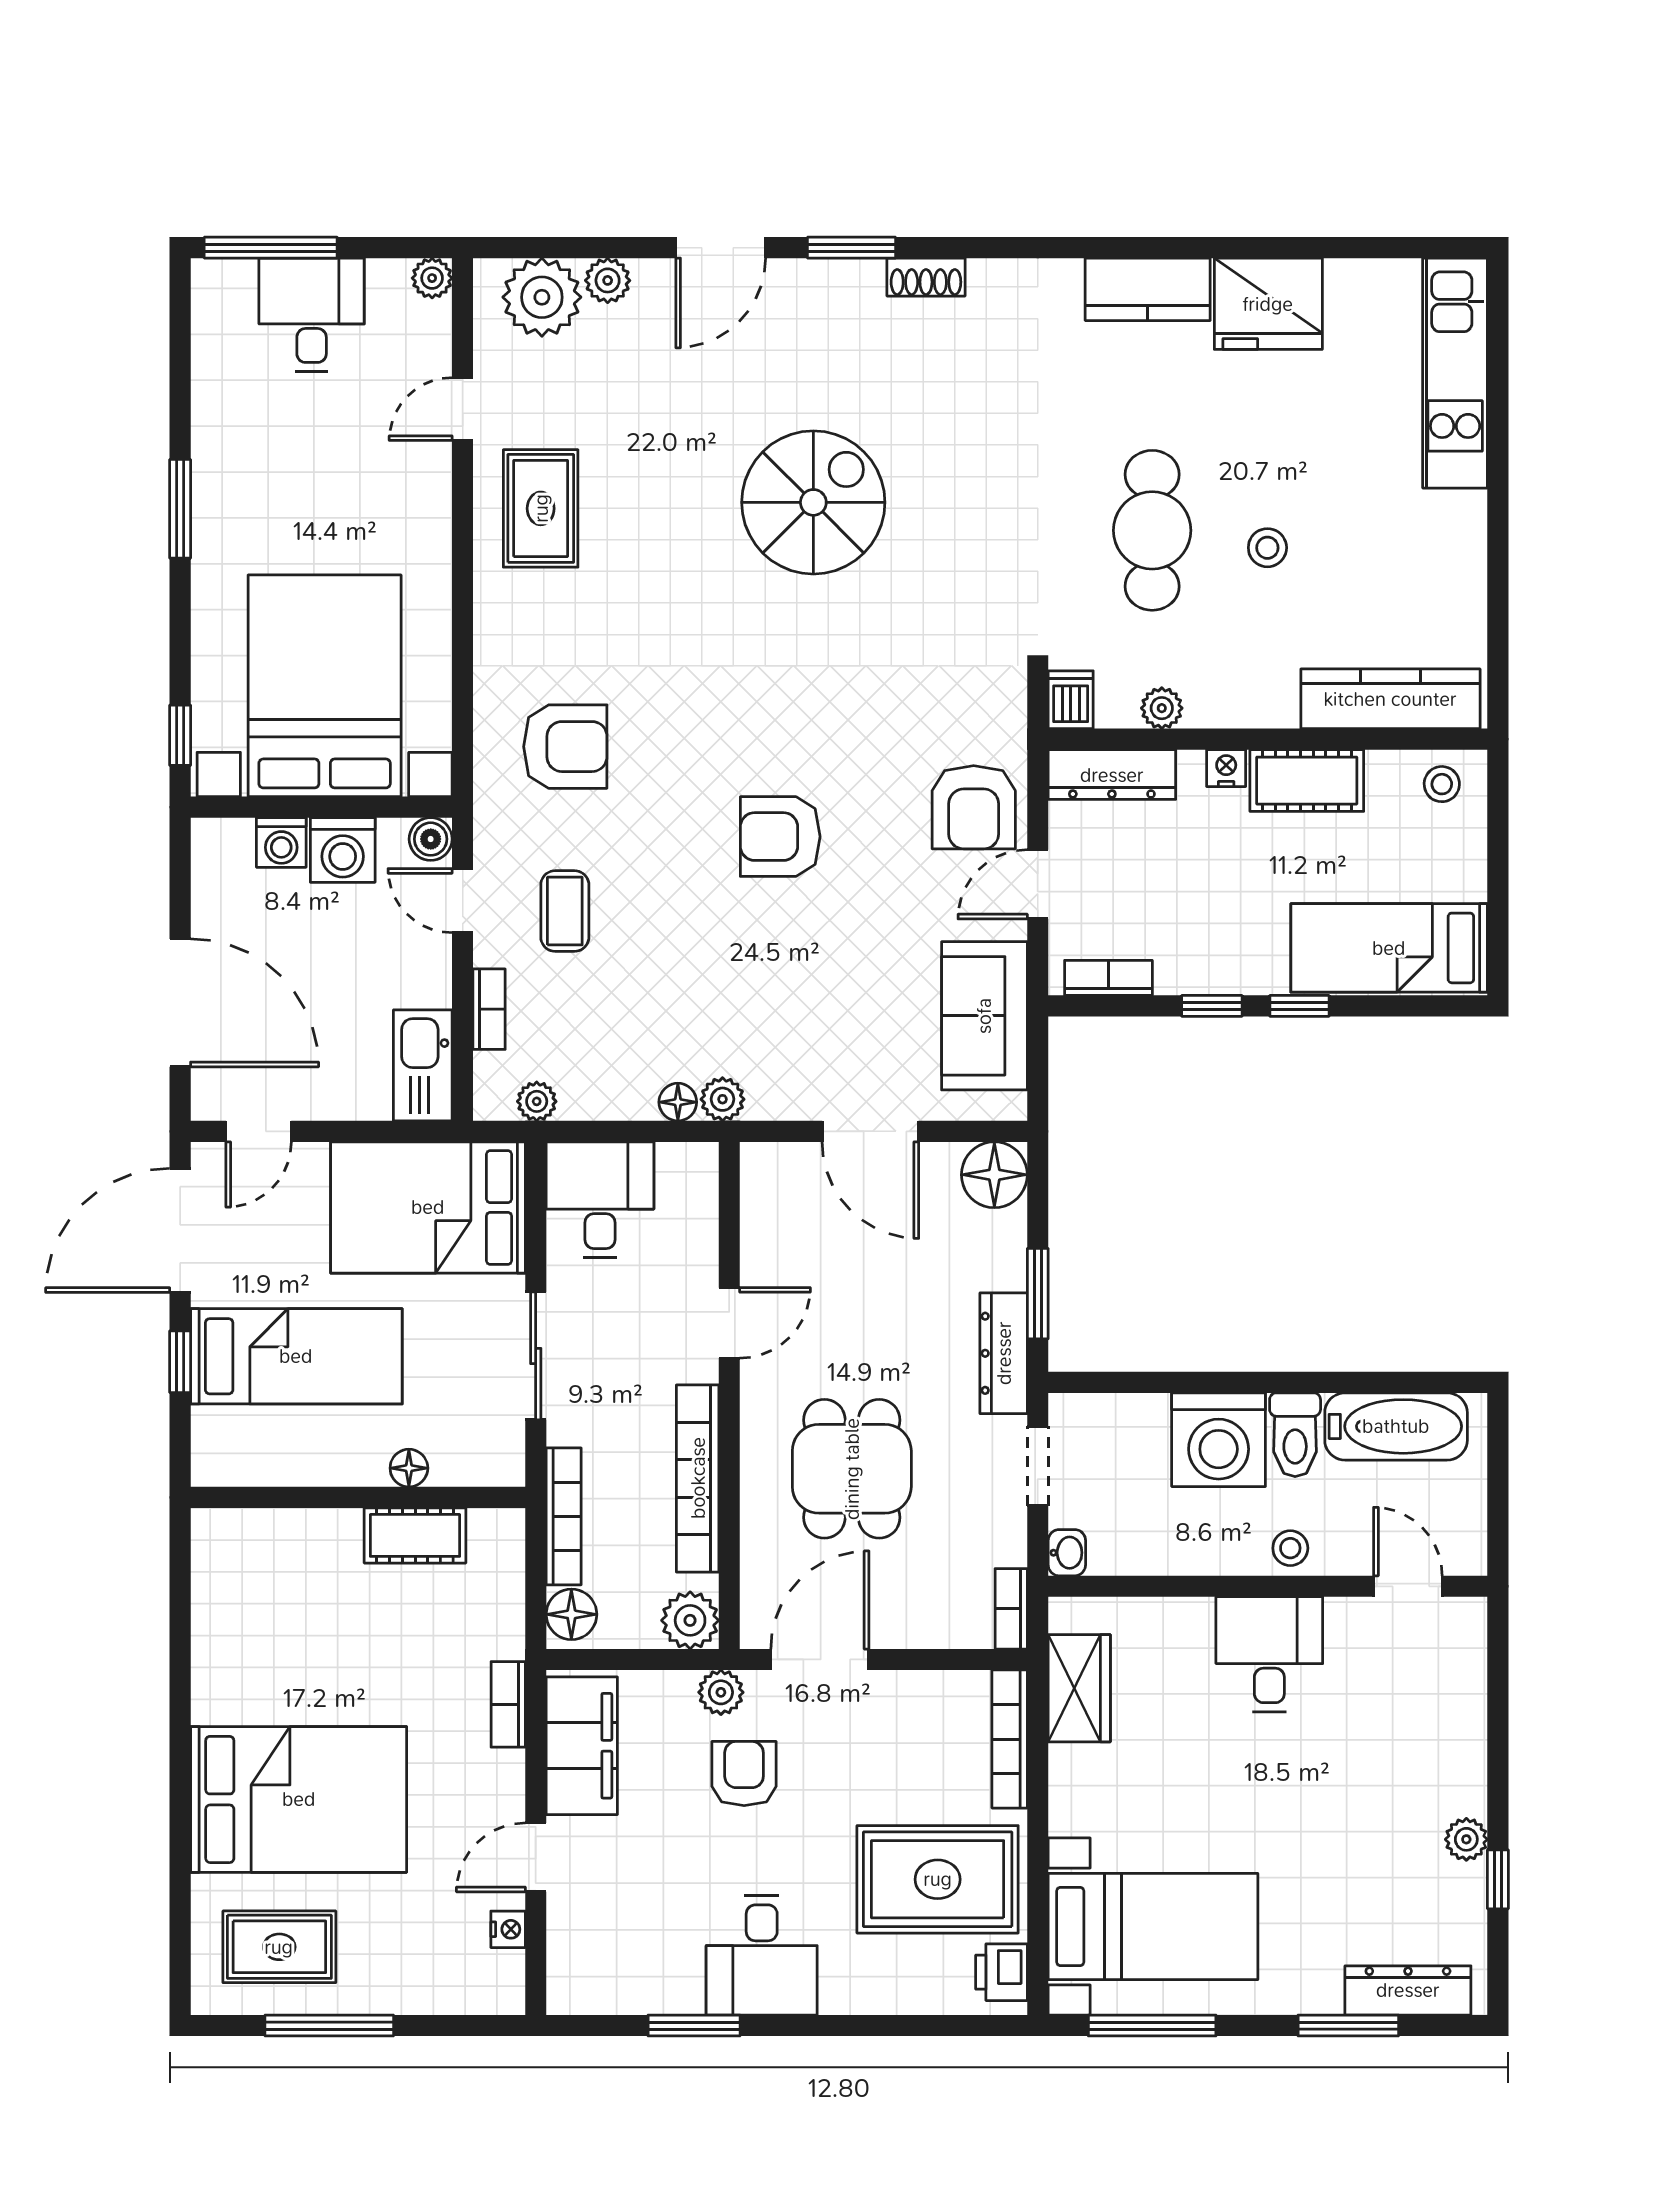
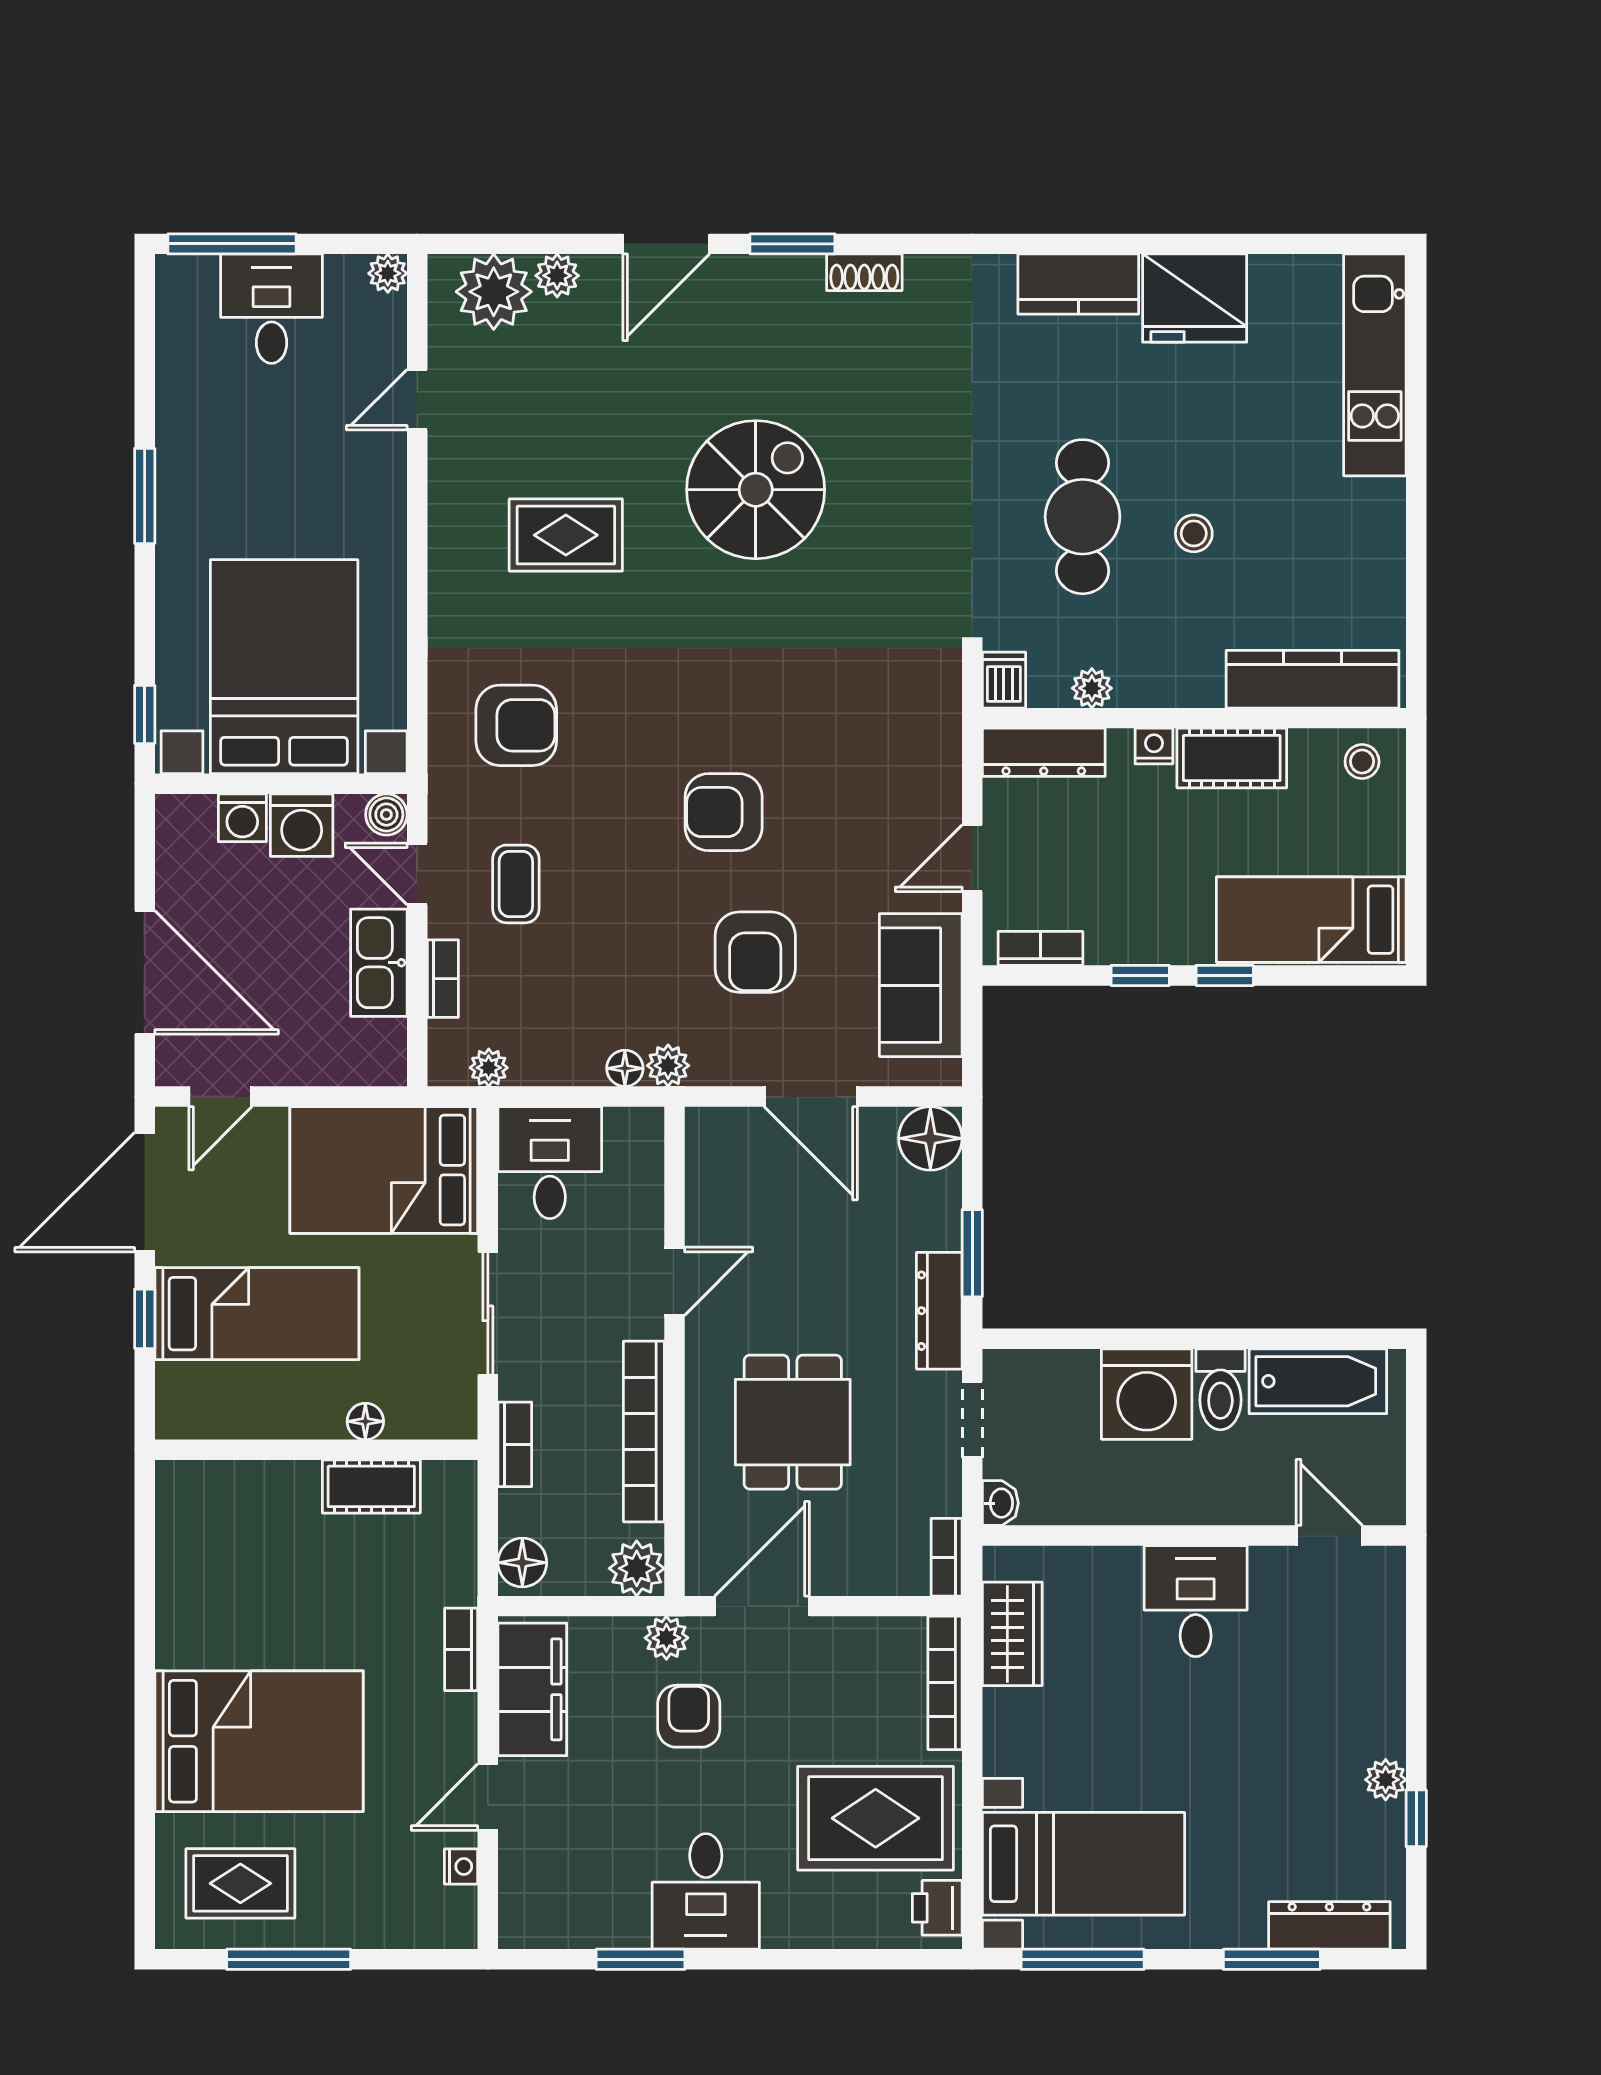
rug: (541, 508) -> (566, 535), moved, turned 90
armchair: (974, 807) -> (755, 952), moved
kitchen sink: (423, 1065) -> (379, 963), moved
bookcase: (564, 1516) -> (515, 1444), width x0.64
stool: (1290, 1548) -> (1216, 1499), removed

